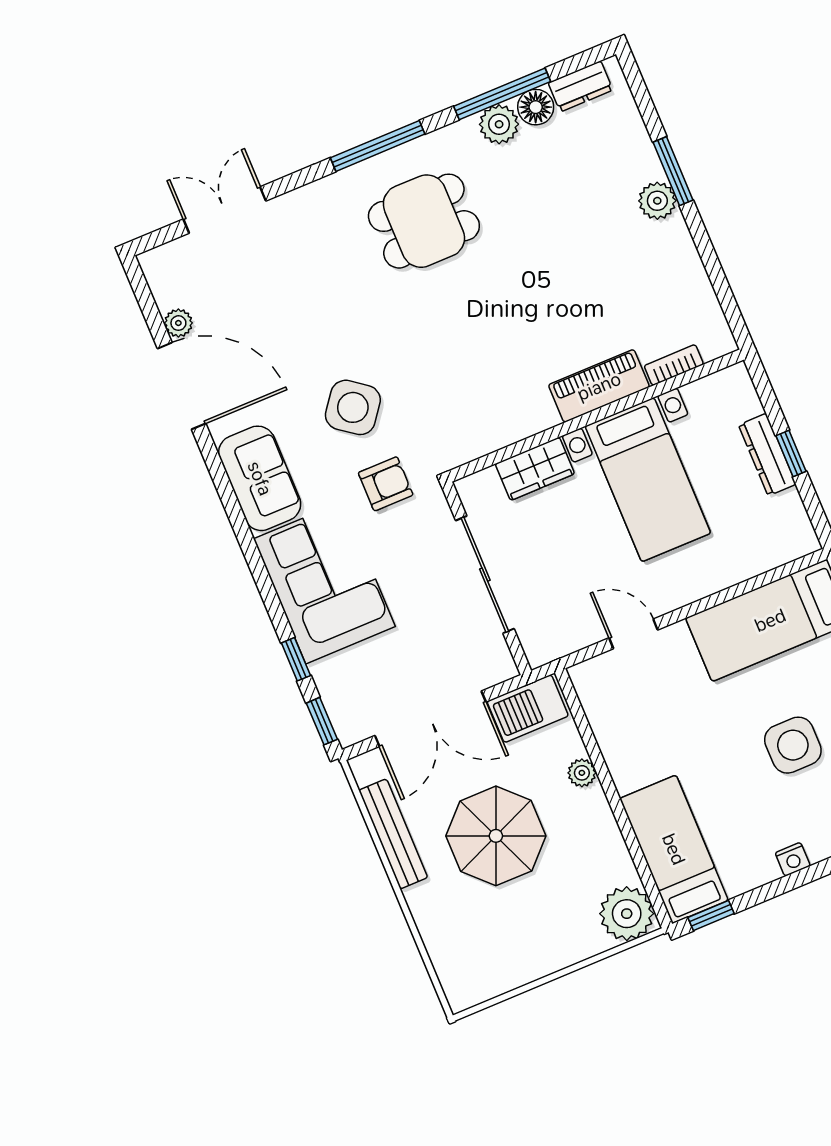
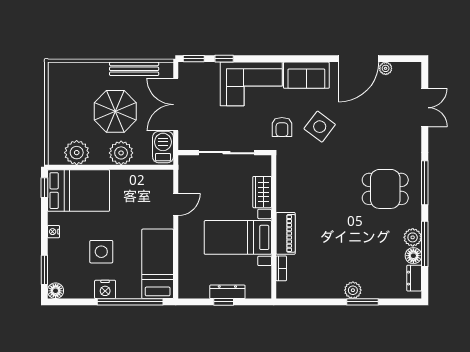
dining table: (424, 221) -> (385, 189), turned 90
plant: (582, 773) -> (121, 153), width x1.88, depth x1.88
bed: (674, 849) -> (78, 191), width x1.50
plant: (627, 914) -> (77, 153), moved

